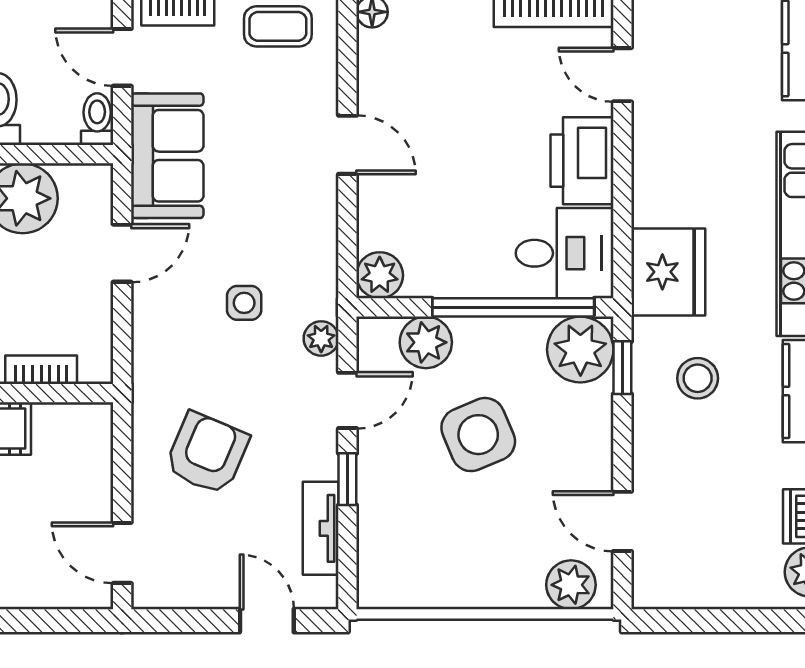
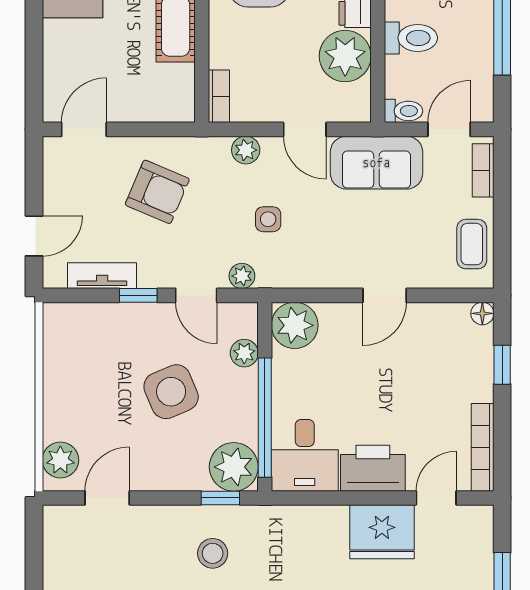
fridge: (668, 272) -> (382, 532), moved
plant: (380, 275) -> (295, 325), width x1.36, depth x1.36
plant: (150, 333) -> (246, 150), added
plant: (426, 342) -> (244, 353), width x0.73, depth x0.73
bookcase: (41, 370) -> (219, 96), moved

